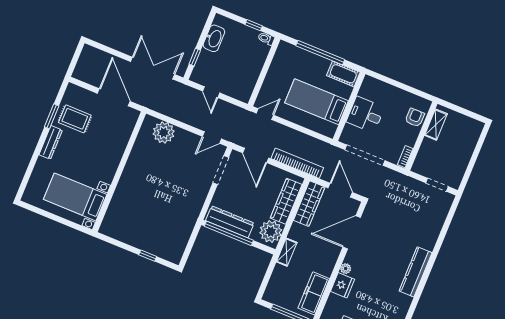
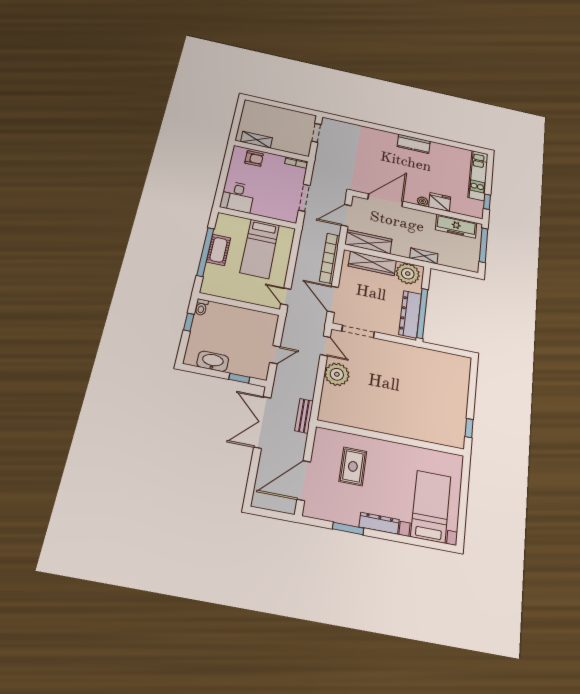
cot: (343, 74) -> (219, 250), moved
door: (114, 97) -> (304, 481), moved
bench: (152, 104) -> (304, 416), added
desk: (365, 115) -> (237, 197), moved
armchair: (415, 118) -> (254, 158), turned 180
rug: (75, 119) -> (353, 466), moved
plant: (164, 133) -> (337, 374), moved
door: (256, 155) -> (333, 299), swing flipped
doorway: (365, 155) -> (304, 198), width x0.73
bed with nightstands: (75, 197) -> (431, 506), moved, turned 180
door: (352, 232) -> (385, 200), swing flipped
window: (148, 256) -> (469, 428), moved
kitchen counter: (416, 272) -> (414, 144), width x0.67

